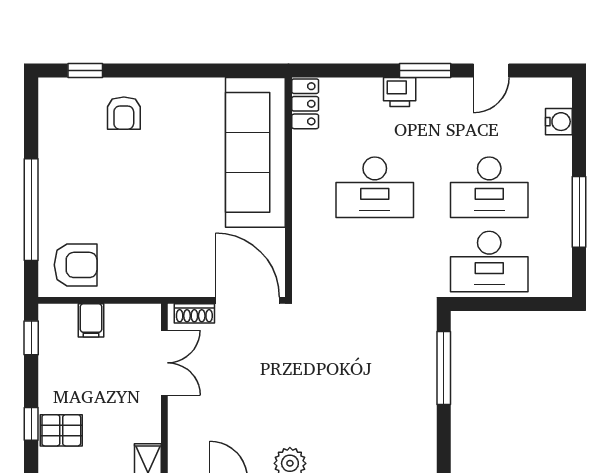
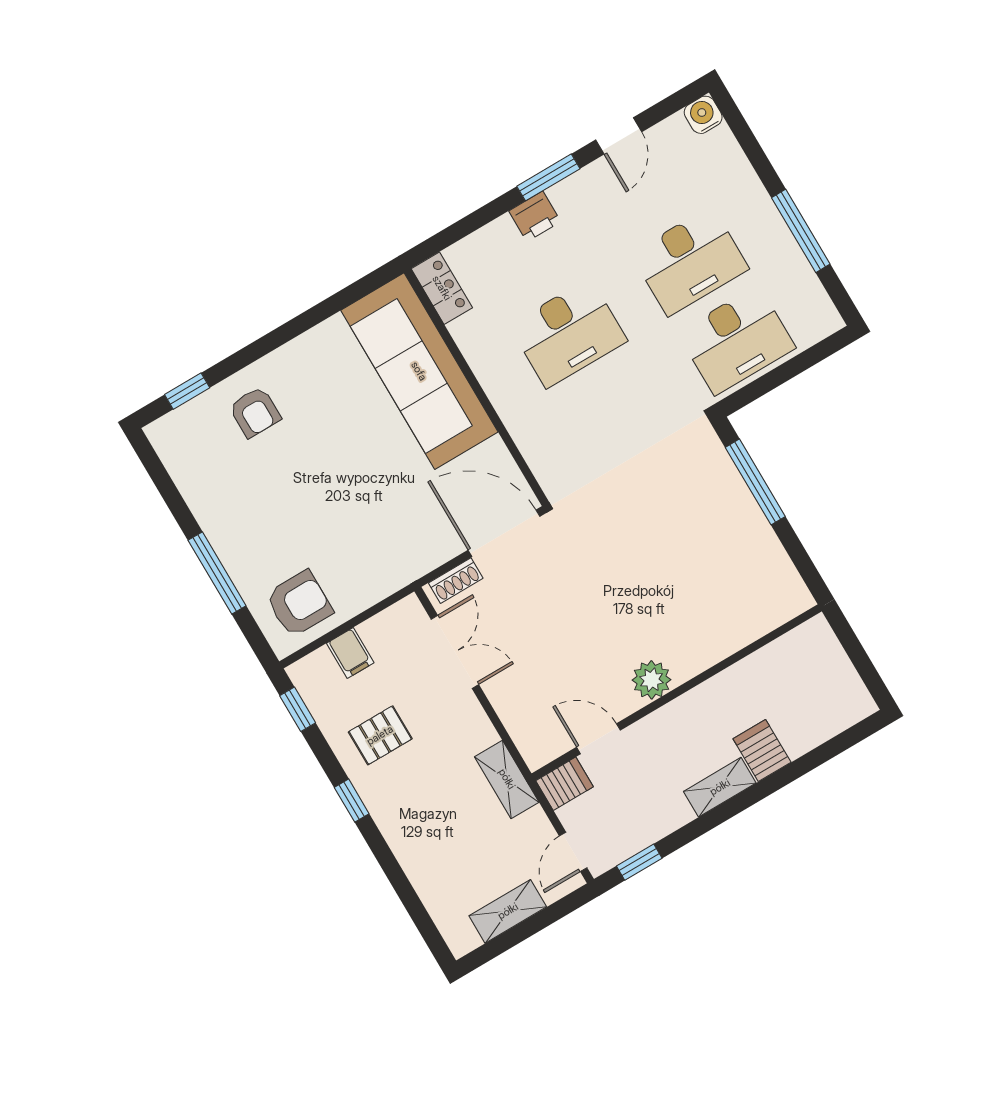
water cooler: (559, 122) -> (703, 115), moved, turned -90
window: (31, 210) -> (217, 573), width x0.68
pallet: (61, 430) -> (380, 735), moved

